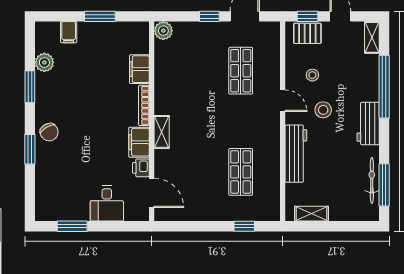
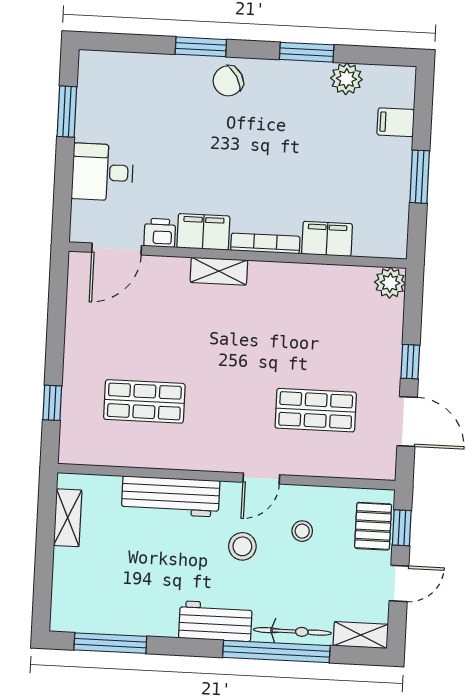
bicycle: (372, 180) -> (292, 631), moved

